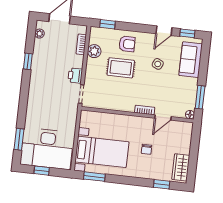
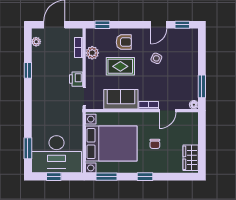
sofa: (191, 60) -> (121, 99), moved, turned 90
bed with nightstands: (102, 152) -> (111, 144), width x1.36
window: (162, 184) -> (145, 177), moved

